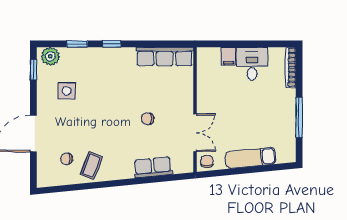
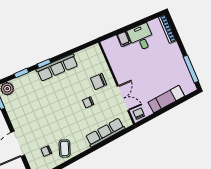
row of seats: (165, 56) -> (57, 67), moved
side table: (67, 91) -> (28, 107), removed
chair: (173, 98) -> (99, 81), added
window: (299, 117) -> (191, 69), moved
row of seats: (153, 167) -> (105, 133), width x1.48

